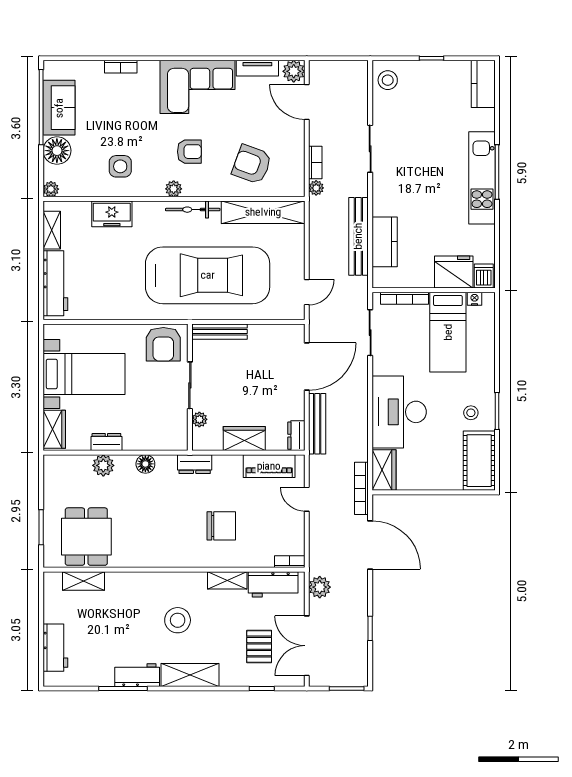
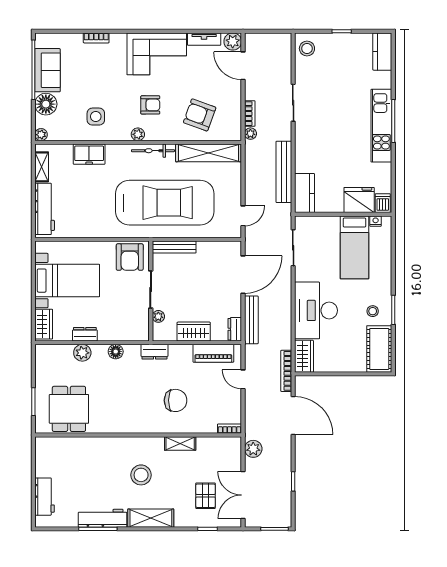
kitchen counter: (385, 242) -> (305, 193), moved
bookcase: (404, 298) -> (320, 221), removed
shelving: (84, 581) -> (67, 444), removed
workbench: (273, 584) -> (216, 447), removed
workbench: (137, 675) -> (103, 518), width x1.38

